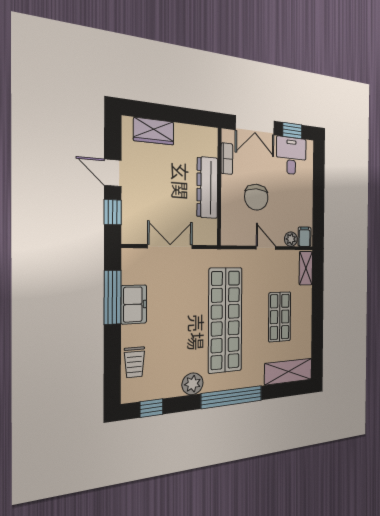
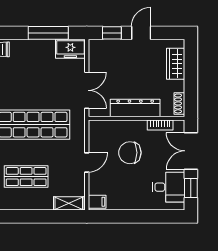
shoe rack: (202, 132) -> (179, 103), added
plant: (291, 239) -> (95, 187), removed
double door: (170, 247) -> (87, 90), moved
freezer: (134, 304) -> (70, 49), moved

